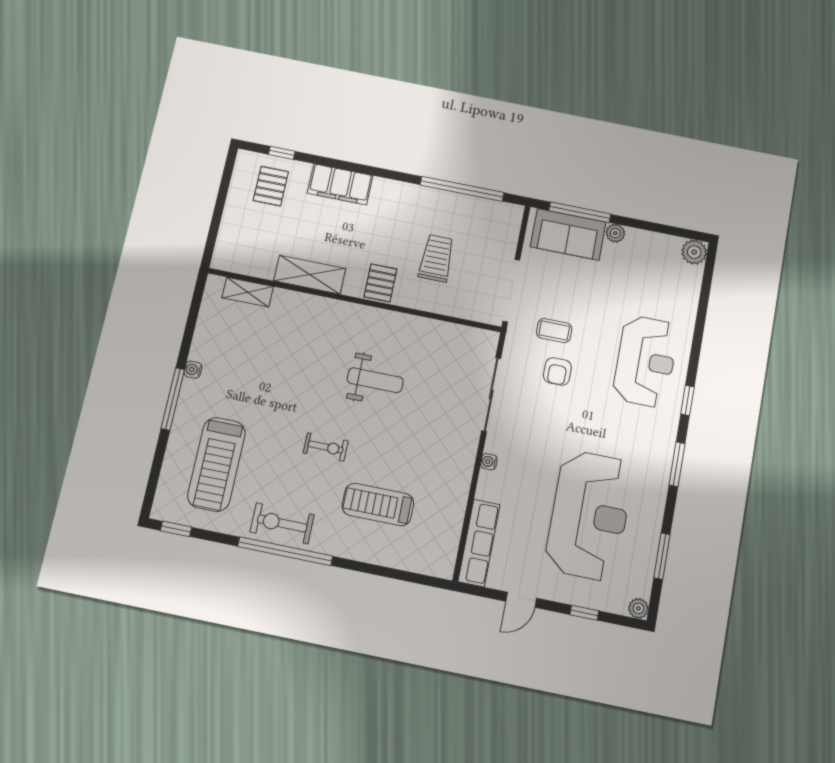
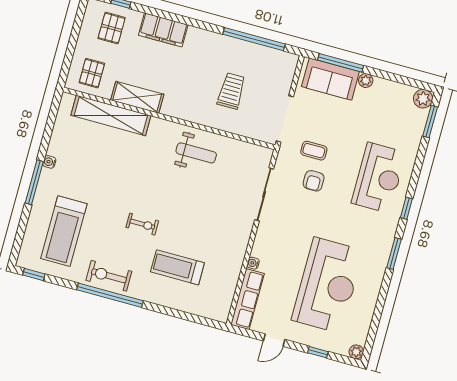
pallet: (380, 283) -> (92, 73), moved
shelving: (248, 292) -> (111, 115), width x2.20, depth x1.33
weight bench: (375, 380) -> (196, 153), moved
water cooler: (489, 462) -> (253, 263), moved
window: (662, 556) -> (430, 121), moved

